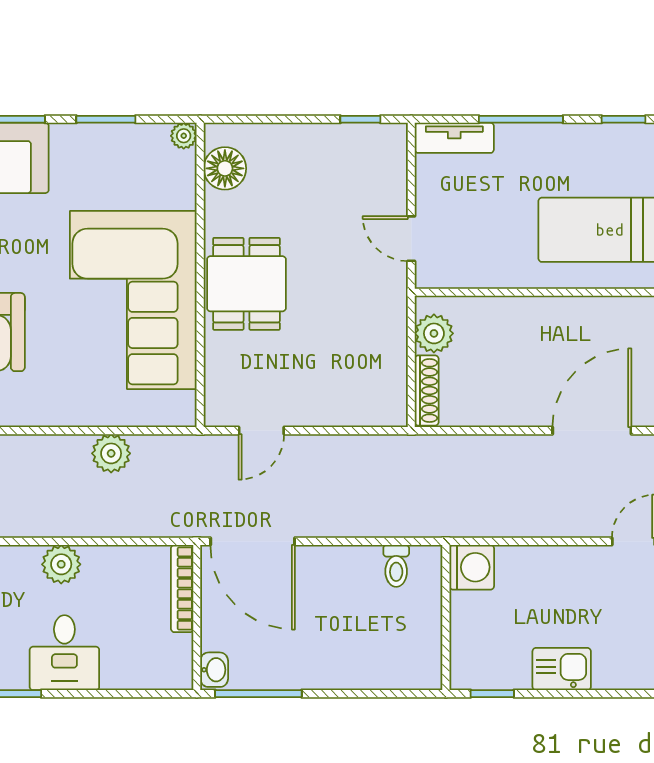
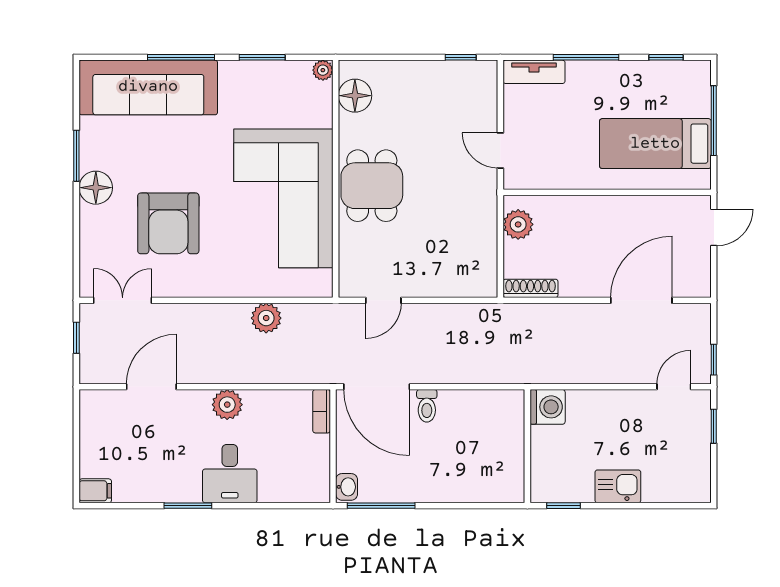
shoe rack: (427, 391) -> (531, 288), moved, turned -90
toilet: (396, 566) -> (427, 406), moved
bookcase: (182, 589) -> (322, 411), width x0.64

